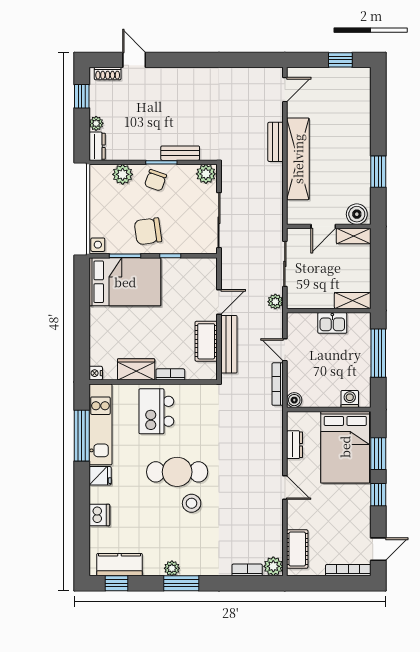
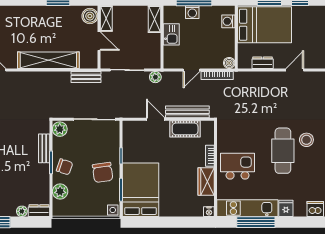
bench: (275, 142) -> (86, 77), moved
washing machine: (362, 351) -> (192, 12), added
kitchen island: (156, 411) -> (238, 166), turned 180

